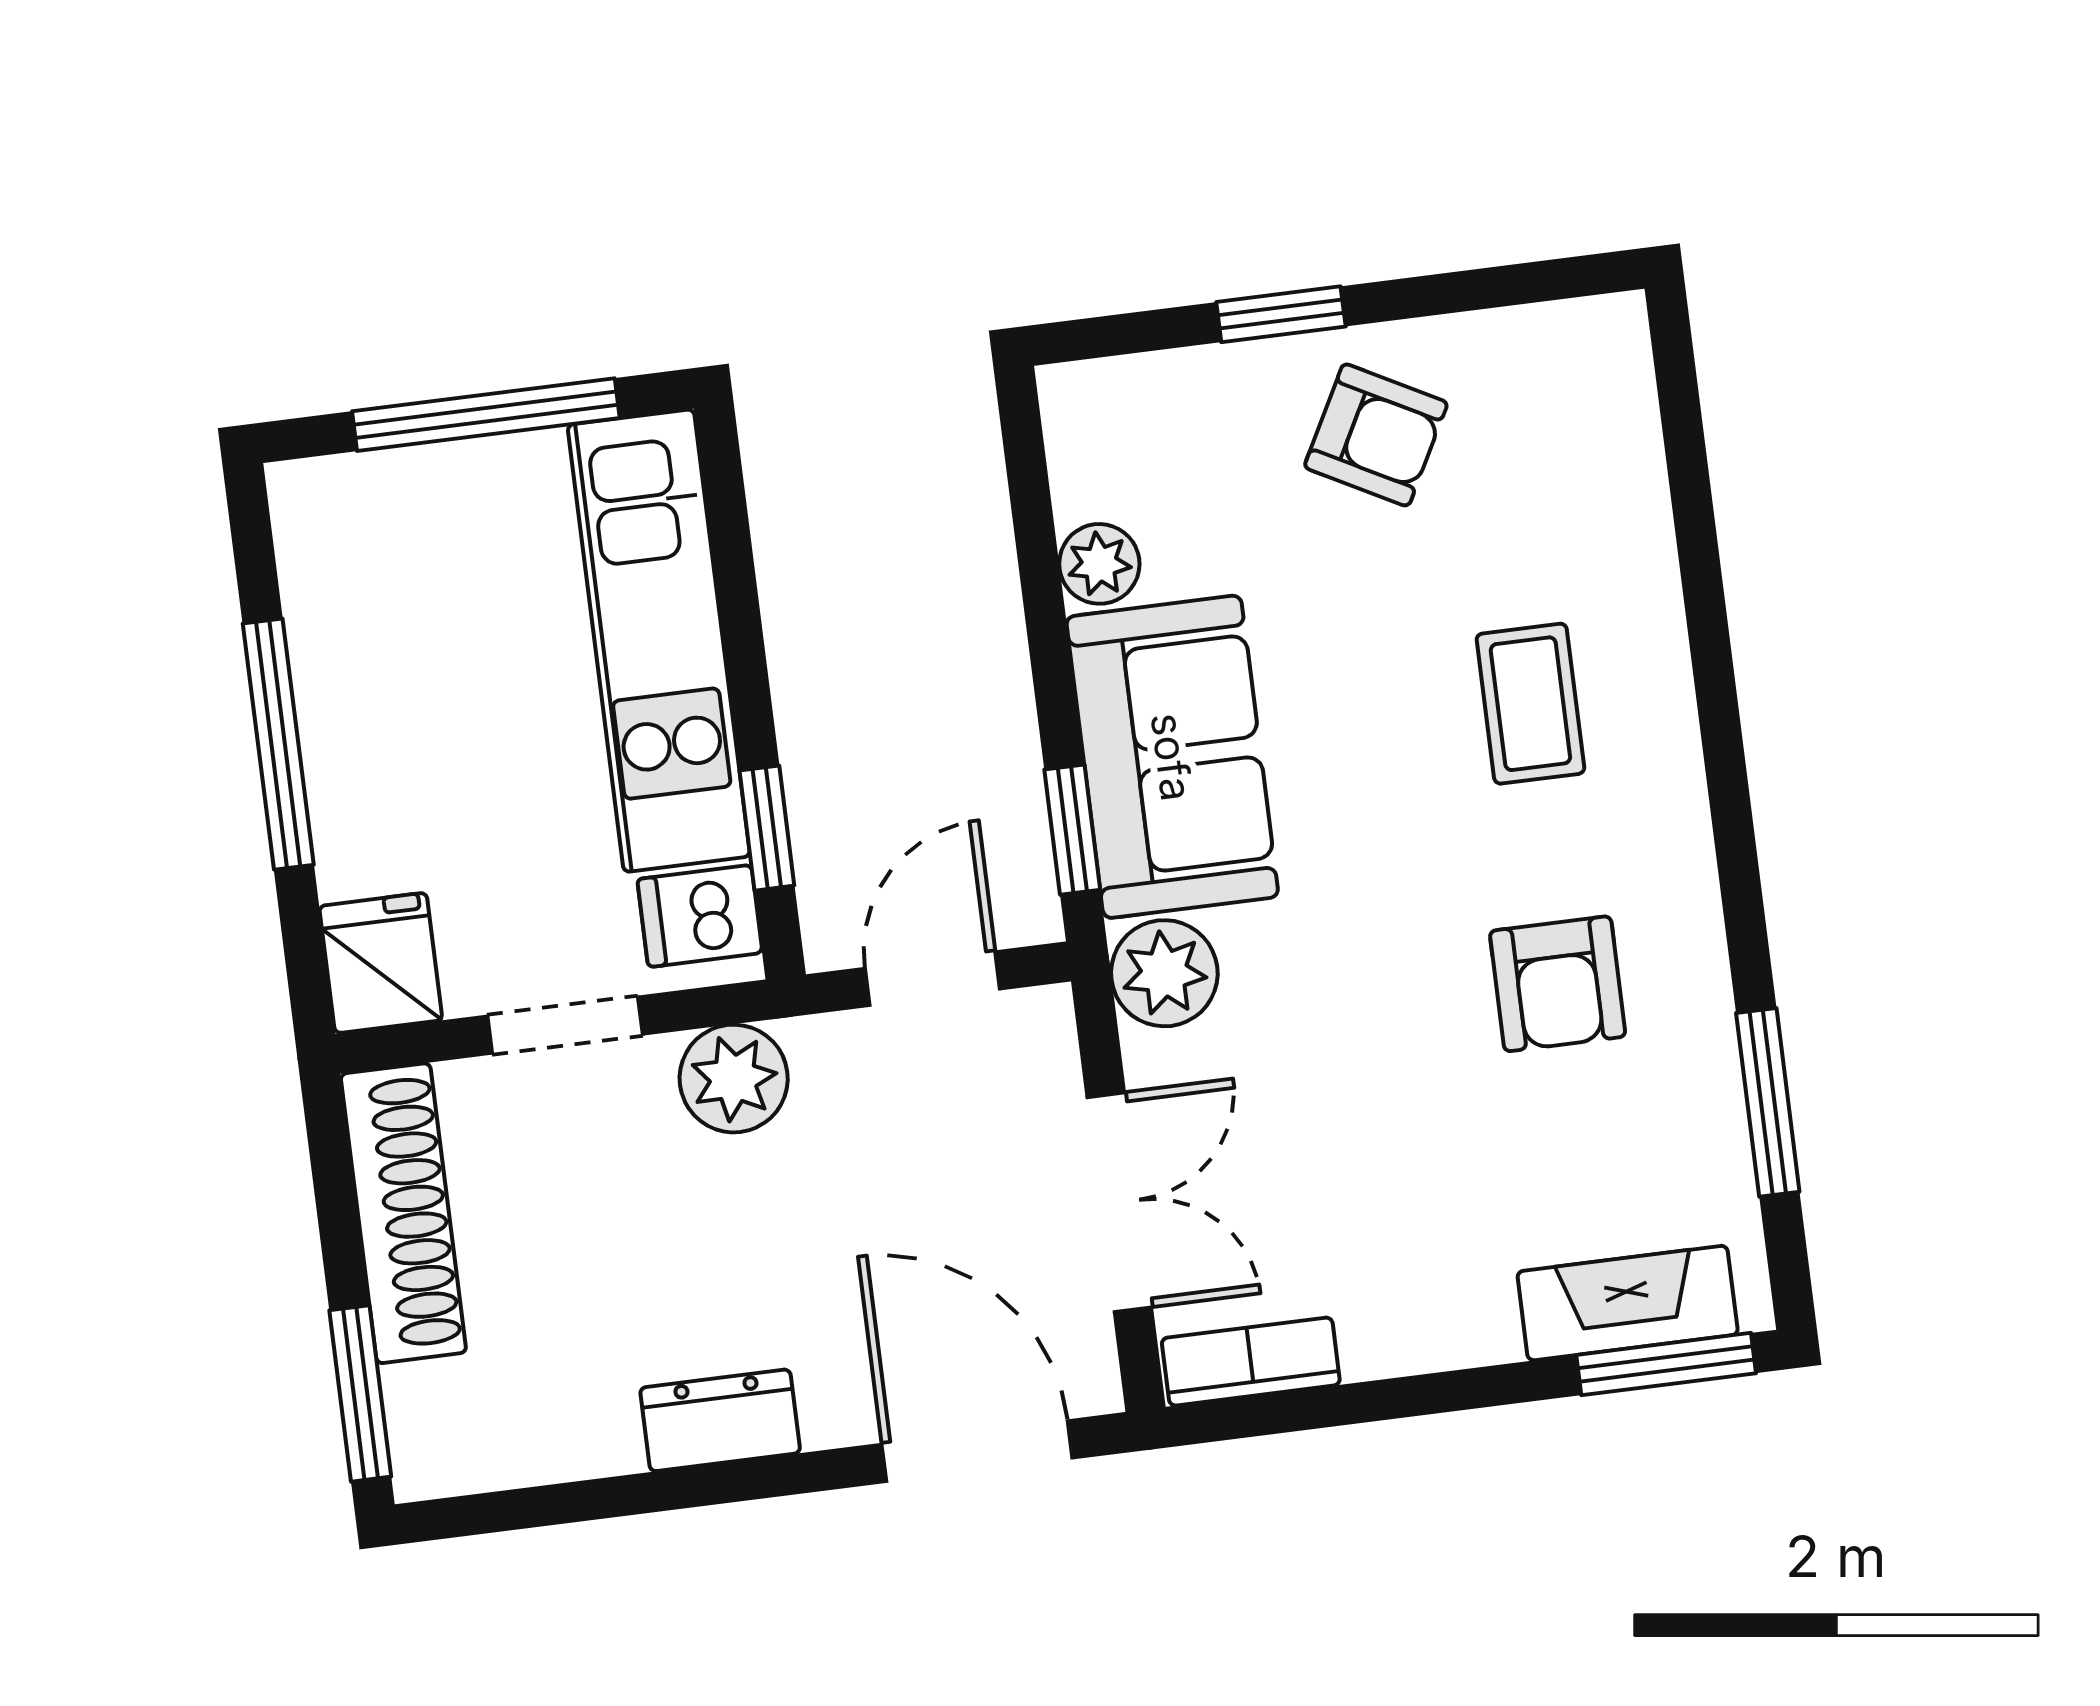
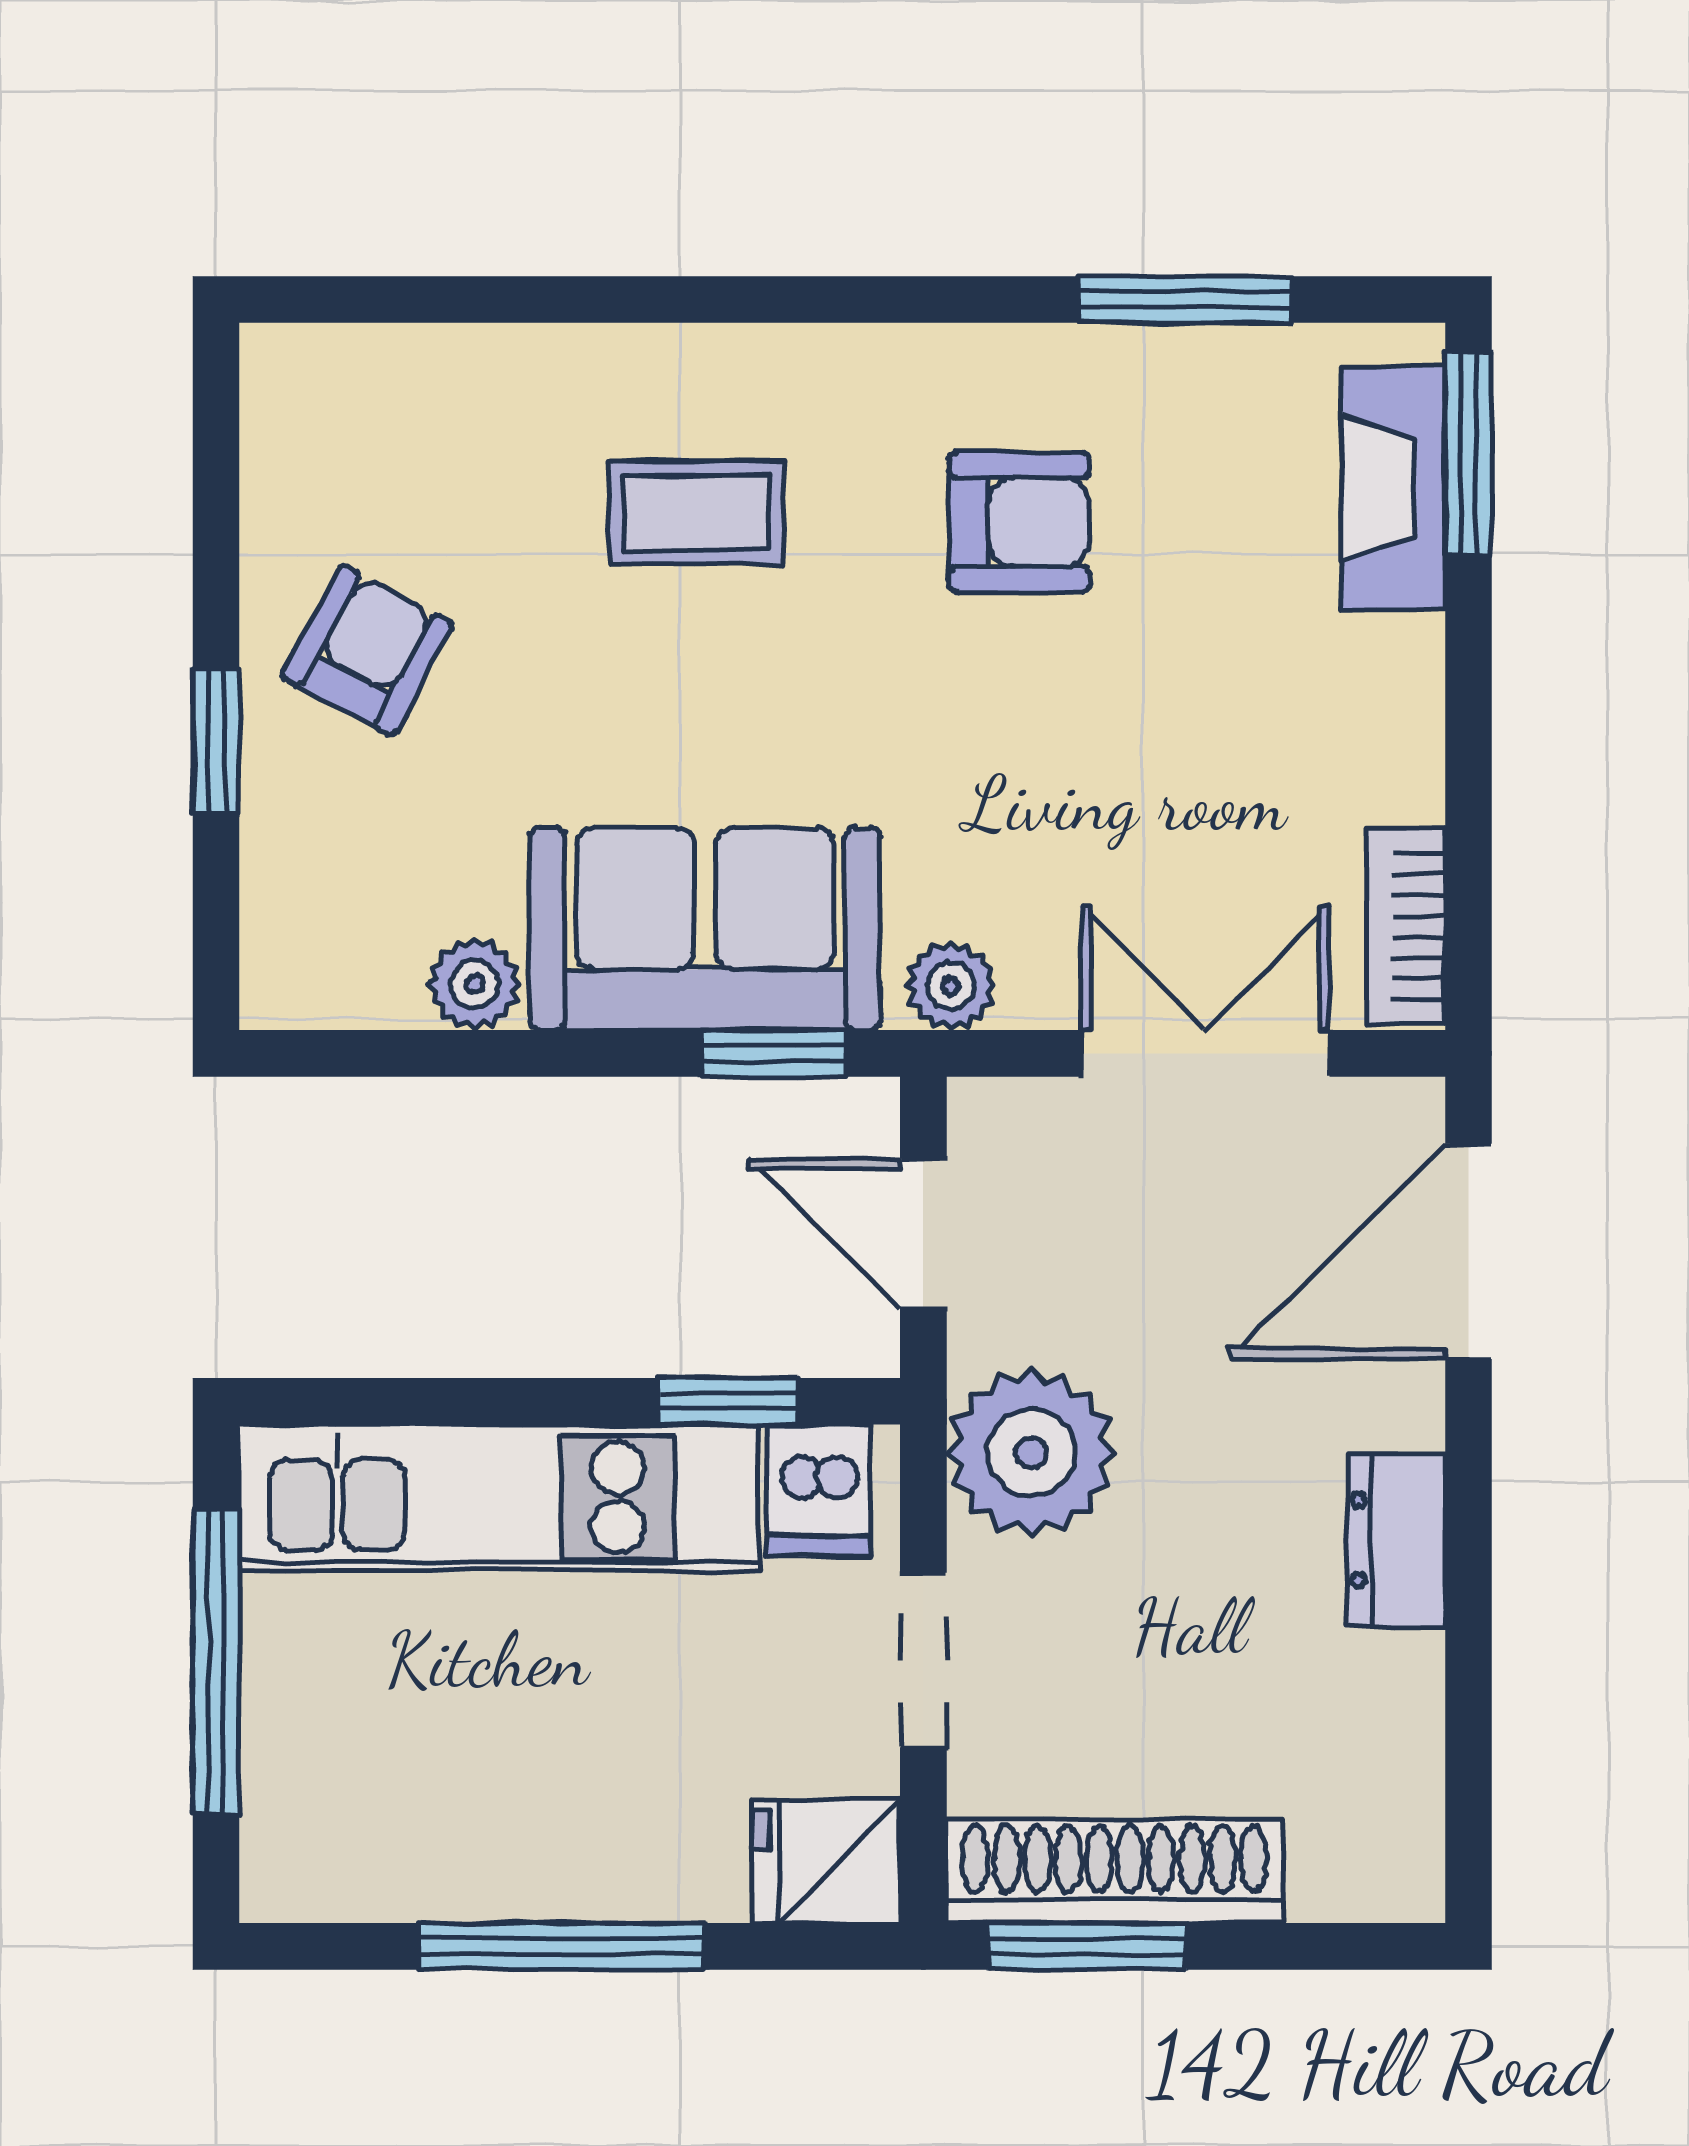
plant: (1164, 973) -> (951, 986), width x0.73, depth x0.73
plant: (734, 1079) -> (1031, 1453), width x1.36, depth x1.36
window: (360, 1393) -> (1087, 1946), moved

